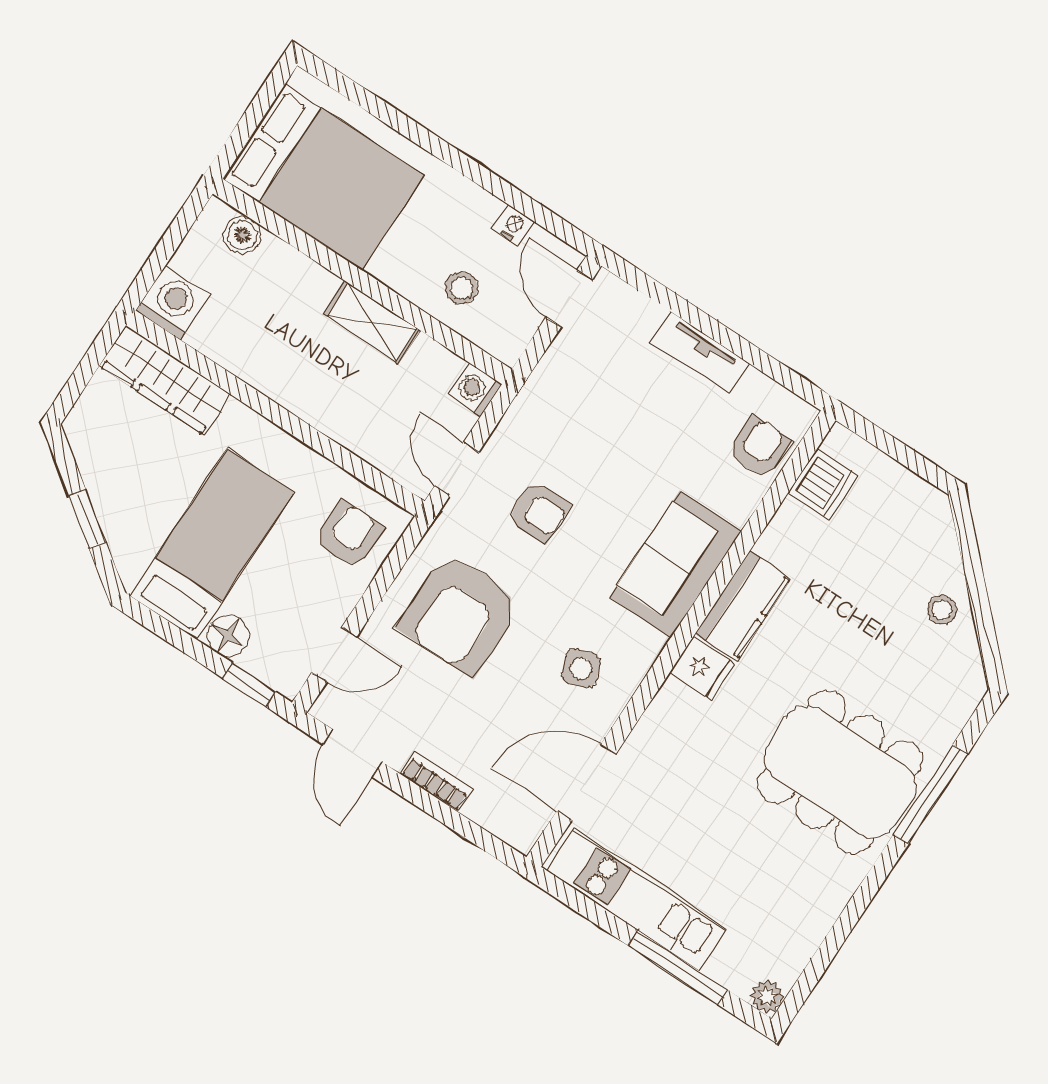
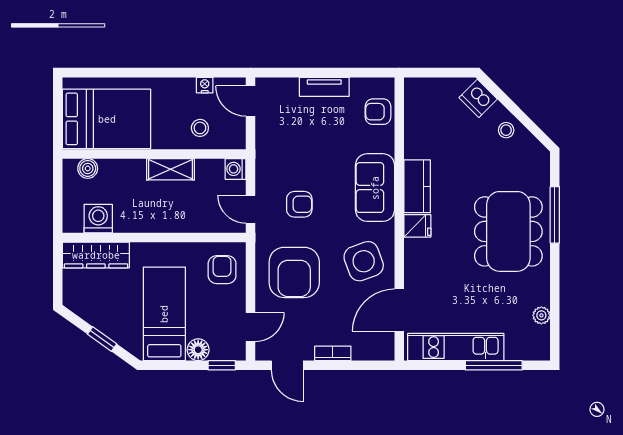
washing machine: (173, 303) -> (98, 219), moved
armchair: (759, 448) -> (378, 112), turned -90
dishwasher: (823, 485) -> (478, 98), moved, turned 135
side table: (581, 668) -> (364, 261), width x1.87, depth x1.87
dining table: (840, 772) -> (508, 231), turned 90
plant: (767, 996) -> (541, 315), moved

